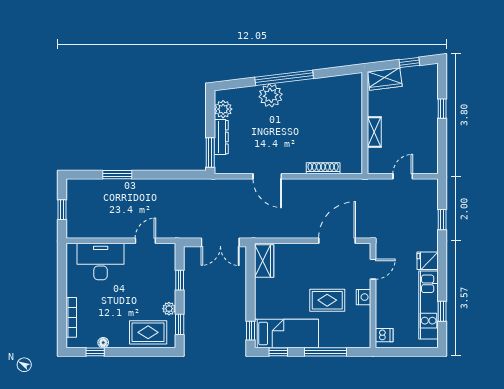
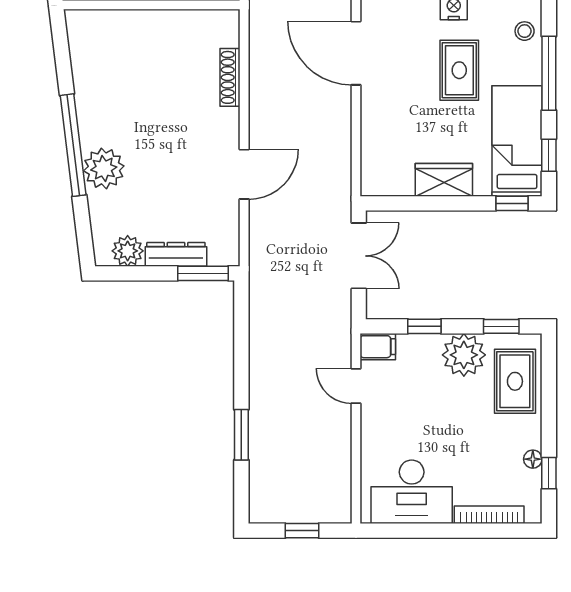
filing cabinet: (168, 253) -> (378, 347), added
desk: (101, 261) -> (412, 492), moved, turned -90
wardrobe: (264, 261) -> (444, 180), moved
plant: (169, 309) -> (464, 355), width x1.88, depth x1.88
stool: (350, 338) -> (525, 31), added

